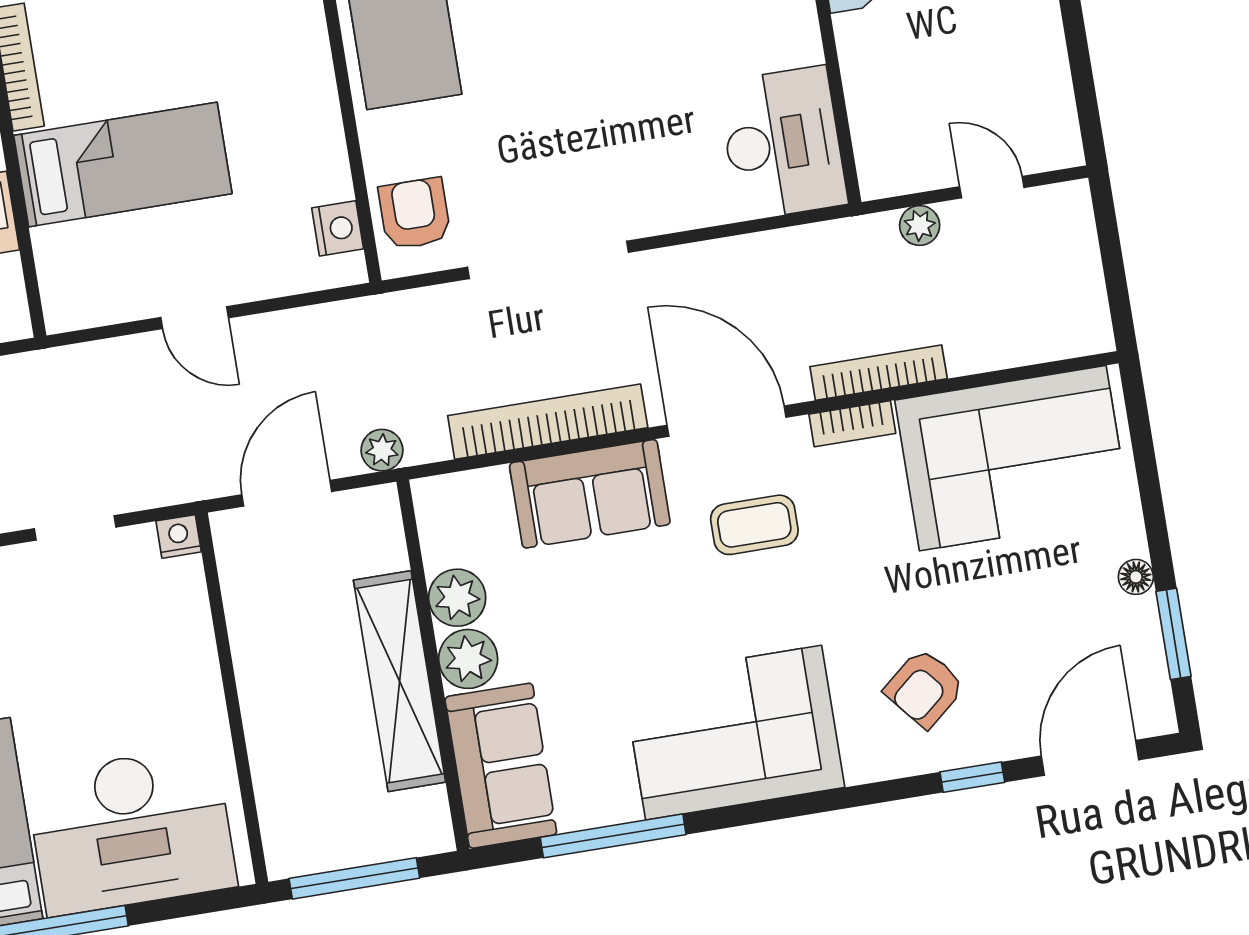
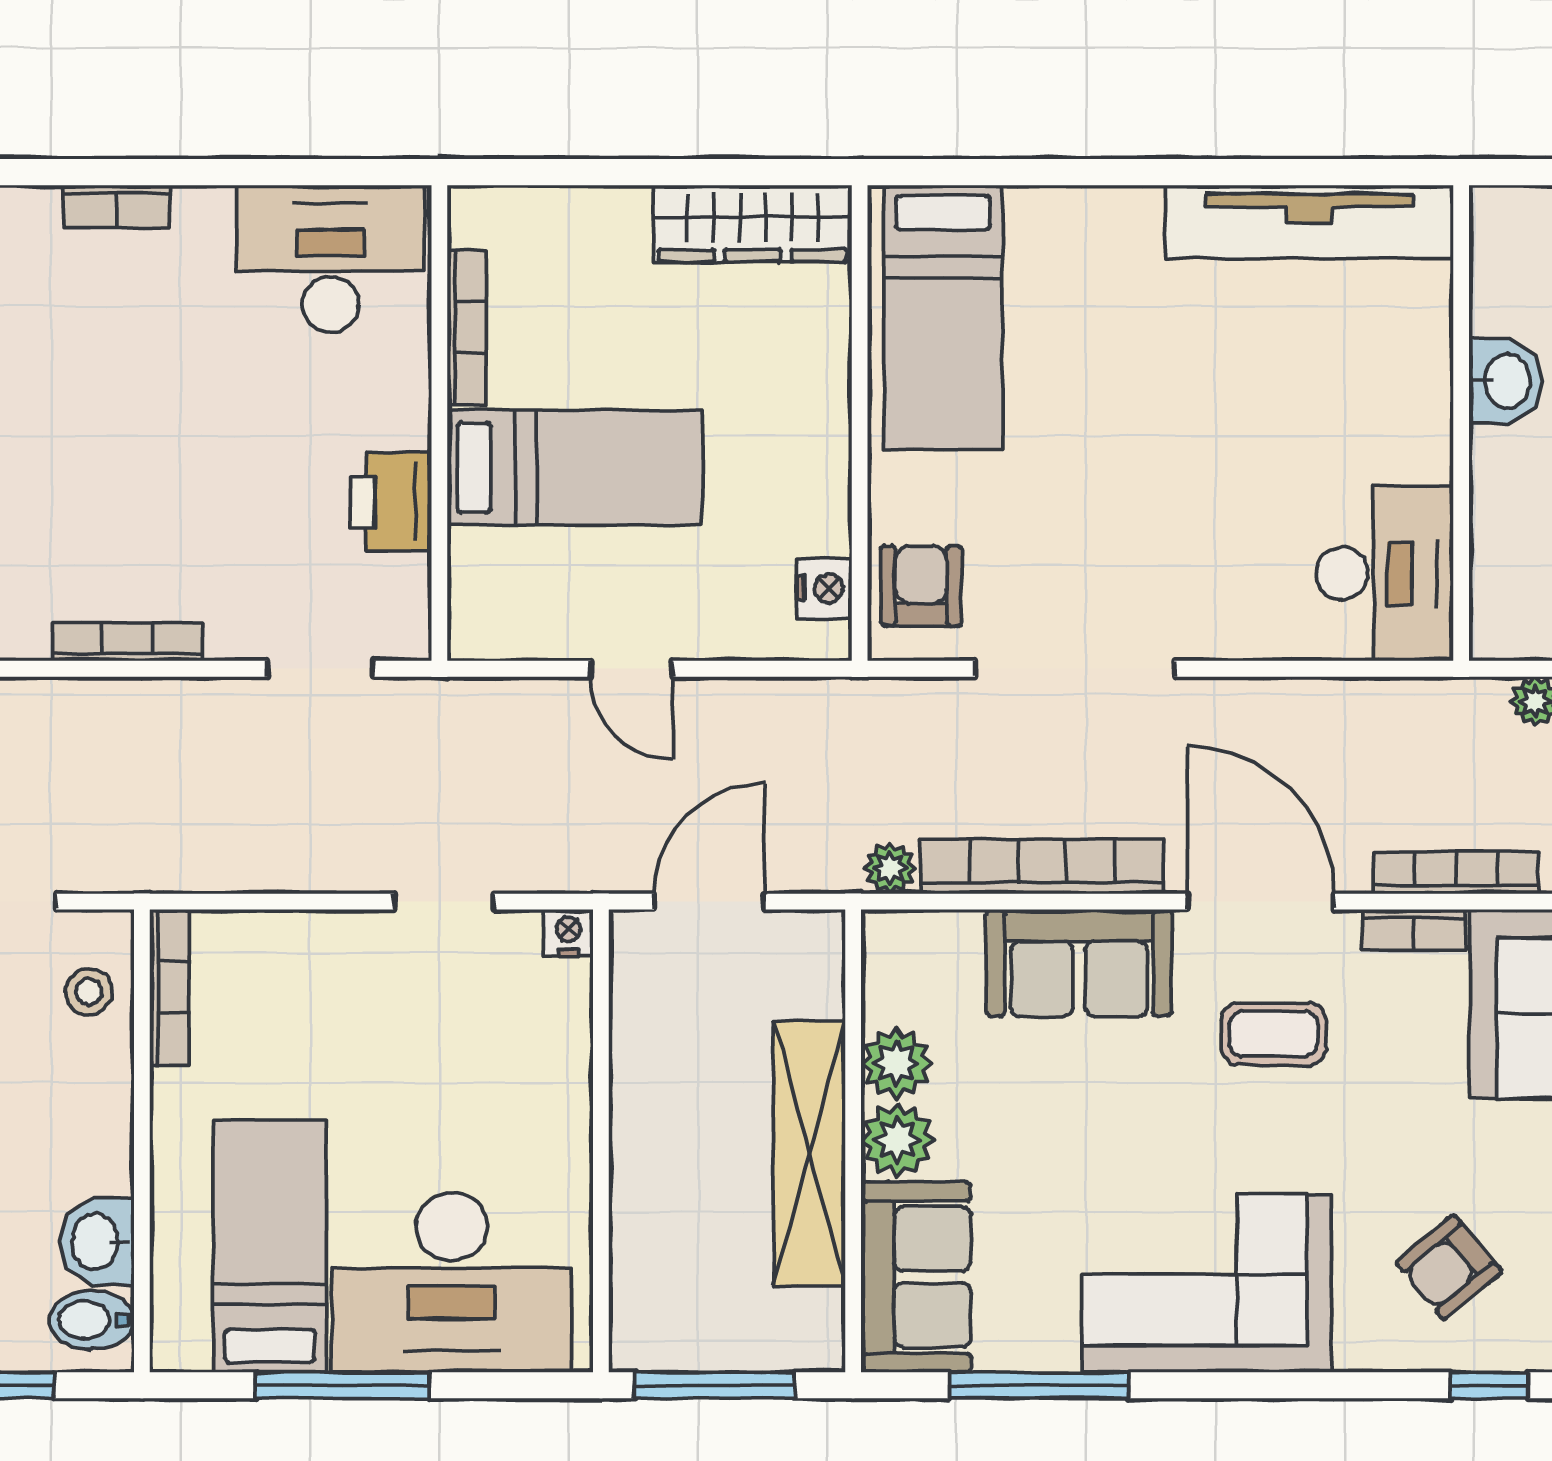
plant: (382, 450) -> (890, 868), moved

